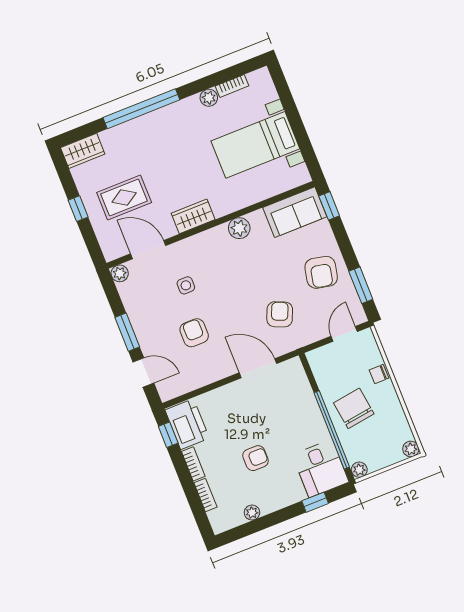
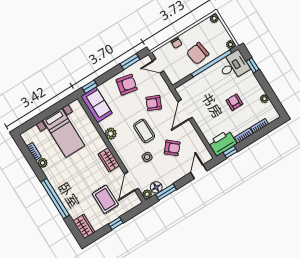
coffee table: (233, 288) -> (144, 131), added
floor lamp: (129, 292) -> (156, 187), added
window: (127, 332) -> (166, 192), moved
armchair: (194, 333) -> (172, 148), turned -139

